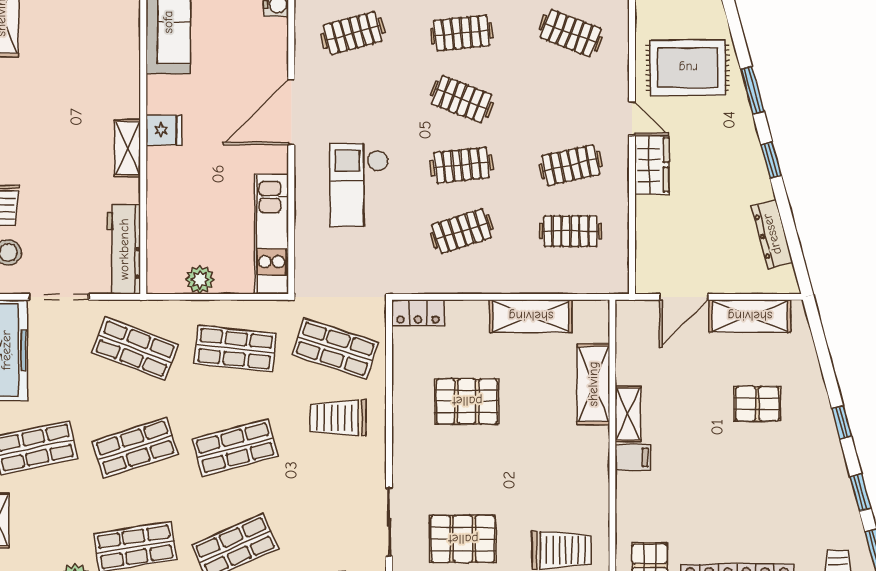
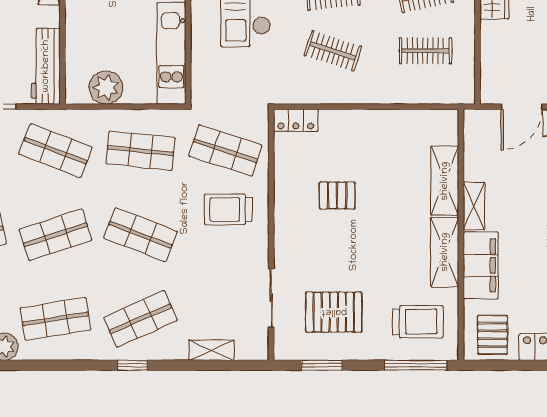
clothes rail: (462, 231) -> (333, 51), turned 36
plant: (200, 280) -> (106, 88), width x1.36, depth x1.36
shelving: (531, 316) -> (445, 252), moved, turned 90
pallet: (467, 401) -> (337, 195), width x0.67, depth x0.71
shop shelf: (235, 448) -> (140, 235), turned 36
filing cabinet: (633, 457) -> (481, 265), width x3.00, depth x1.17

